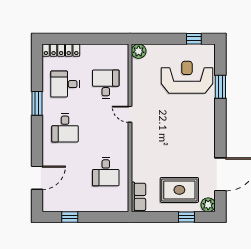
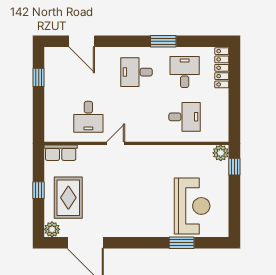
window: (194, 39) -> (234, 167), moved
door: (130, 114) -> (116, 143), moved
desk: (106, 172) -> (88, 117), turned -90
window: (186, 217) -> (39, 190), moved

